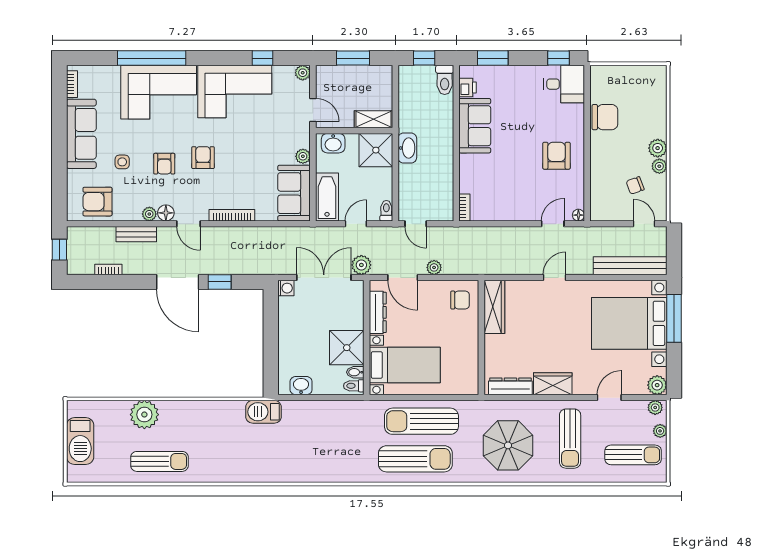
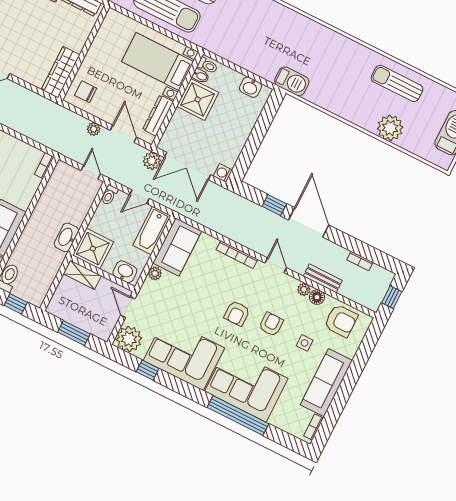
plant: (303, 73) -> (129, 339), width x1.87, depth x1.87
floor lamp: (166, 213) -> (317, 297), moved

